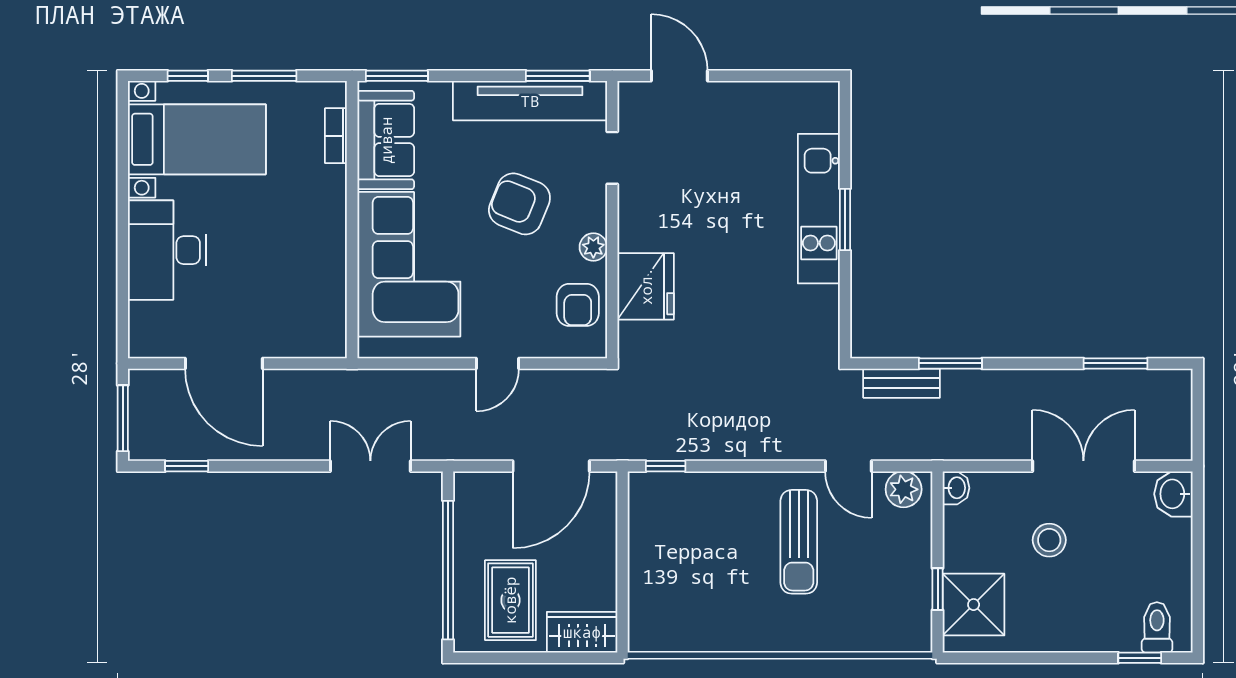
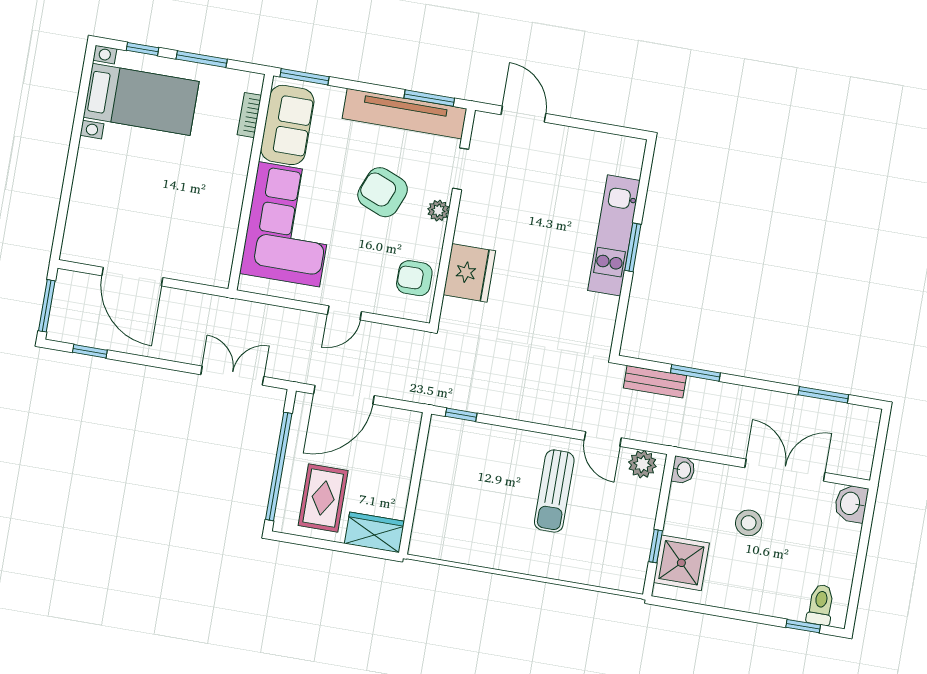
plant: (593, 247) -> (438, 211), moved
desk: (167, 250) -> (103, 181), removed
armchair: (578, 305) -> (414, 278), turned 90
door: (551, 466) -> (344, 395), moved

